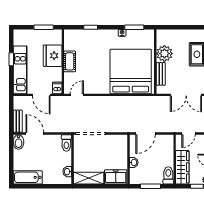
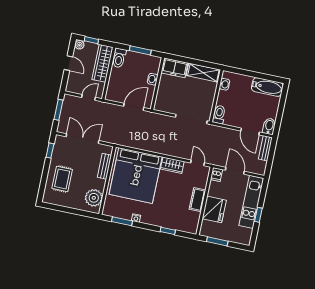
plant: (164, 54) -> (94, 198), moved
wardrobe: (99, 88) -> (172, 165), added
door: (77, 95) -> (198, 163), swing flipped

